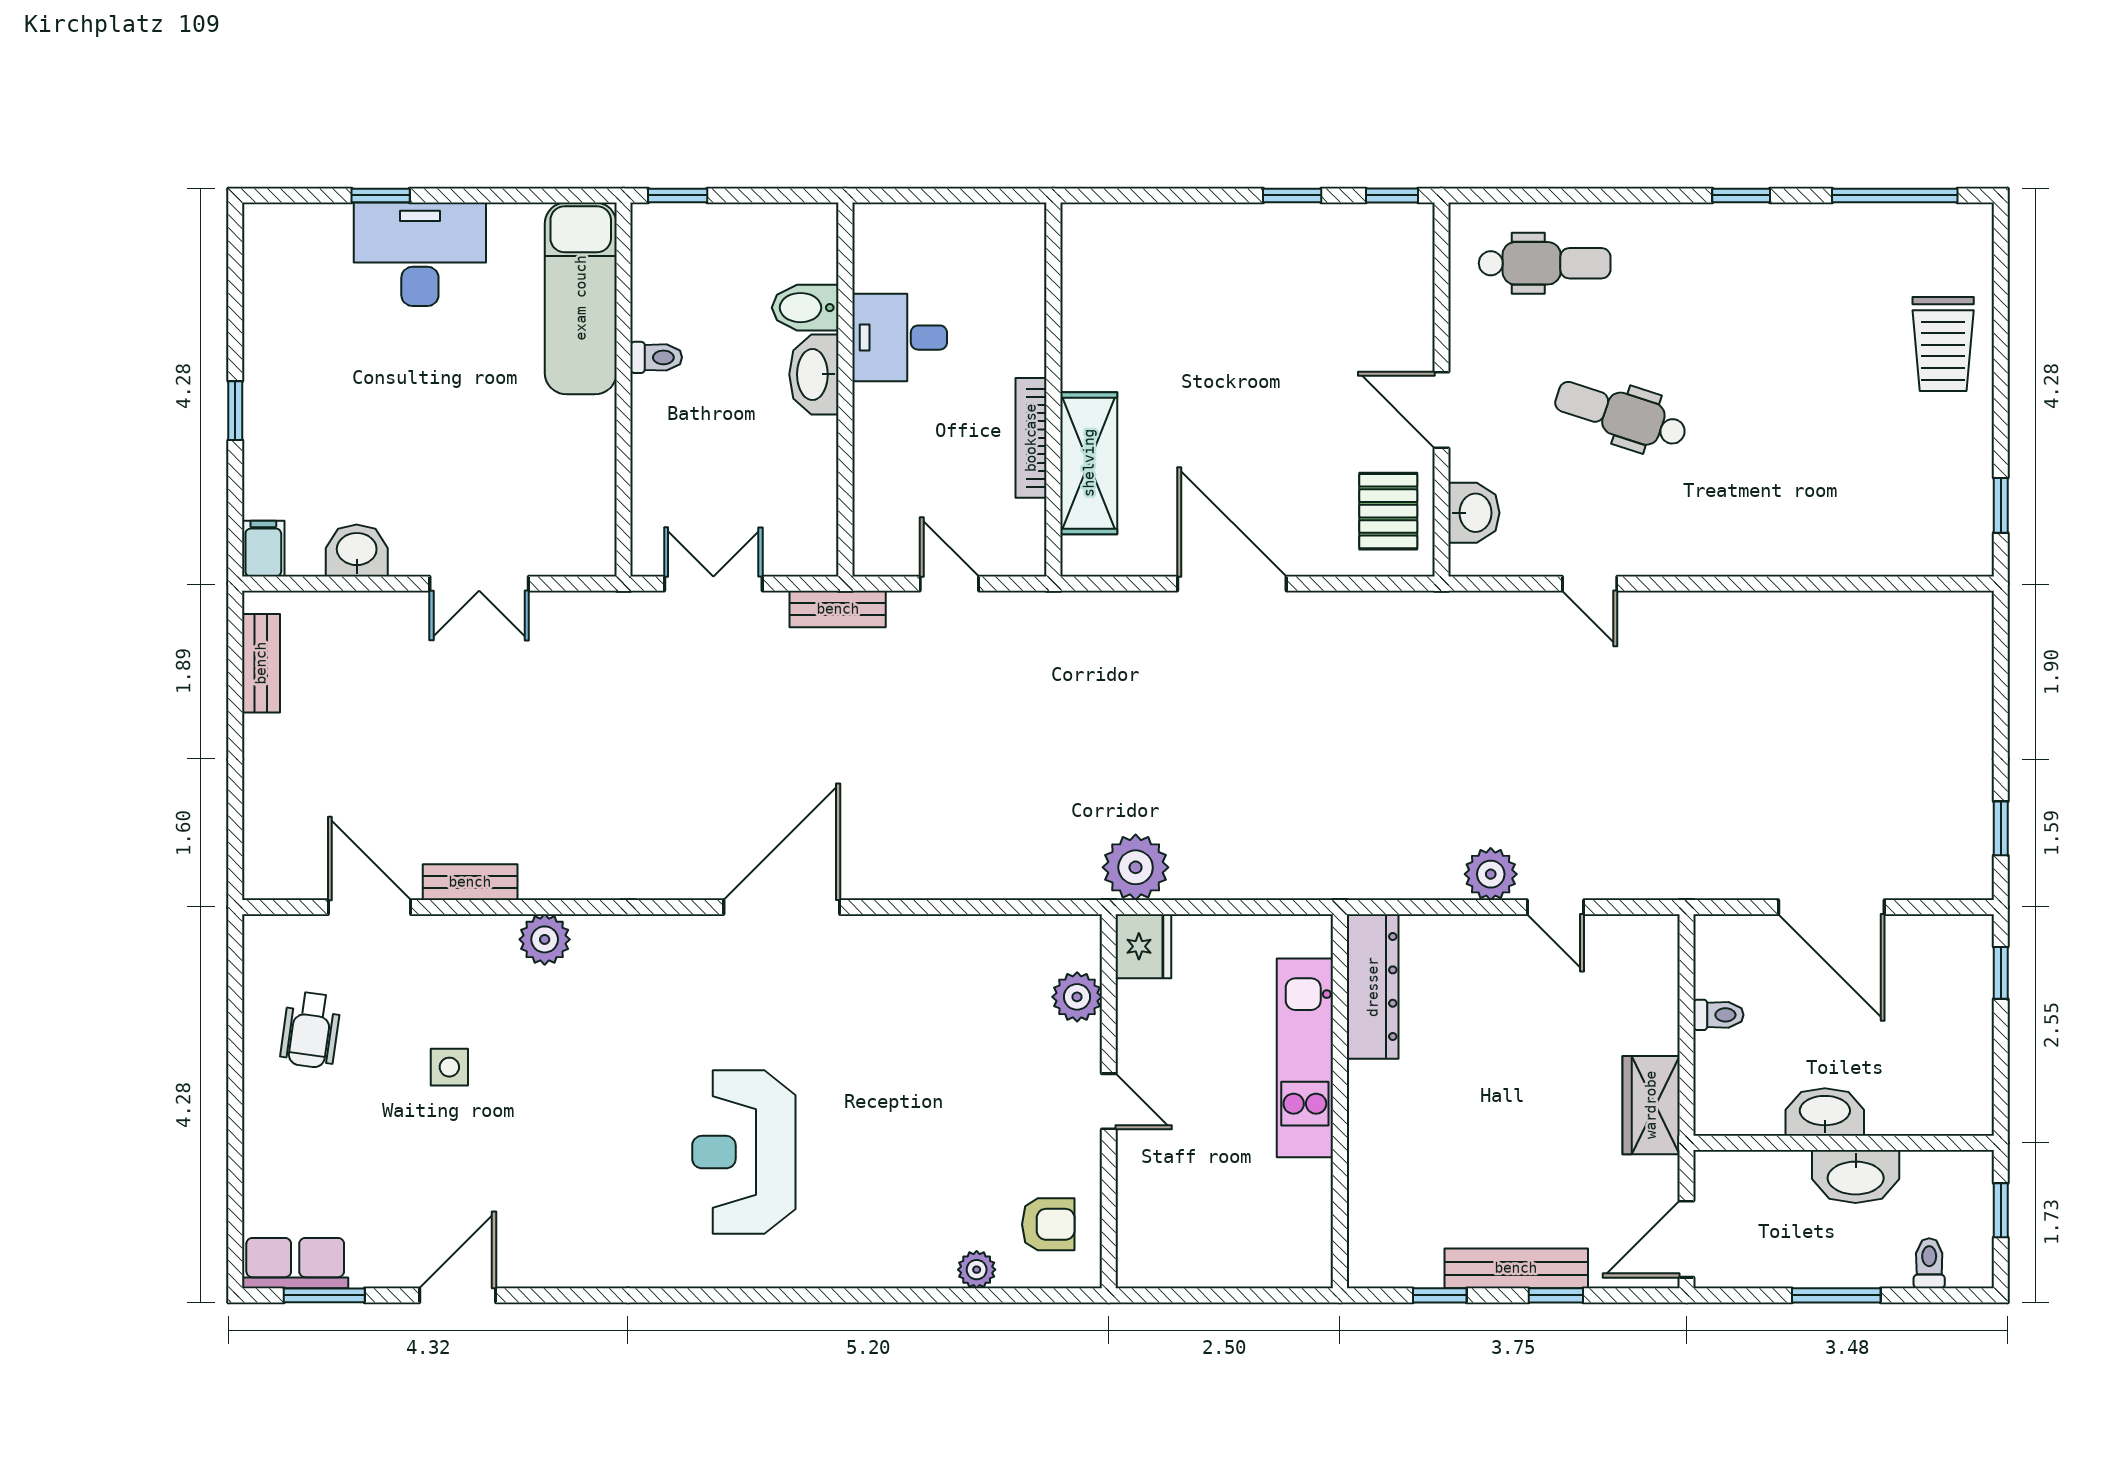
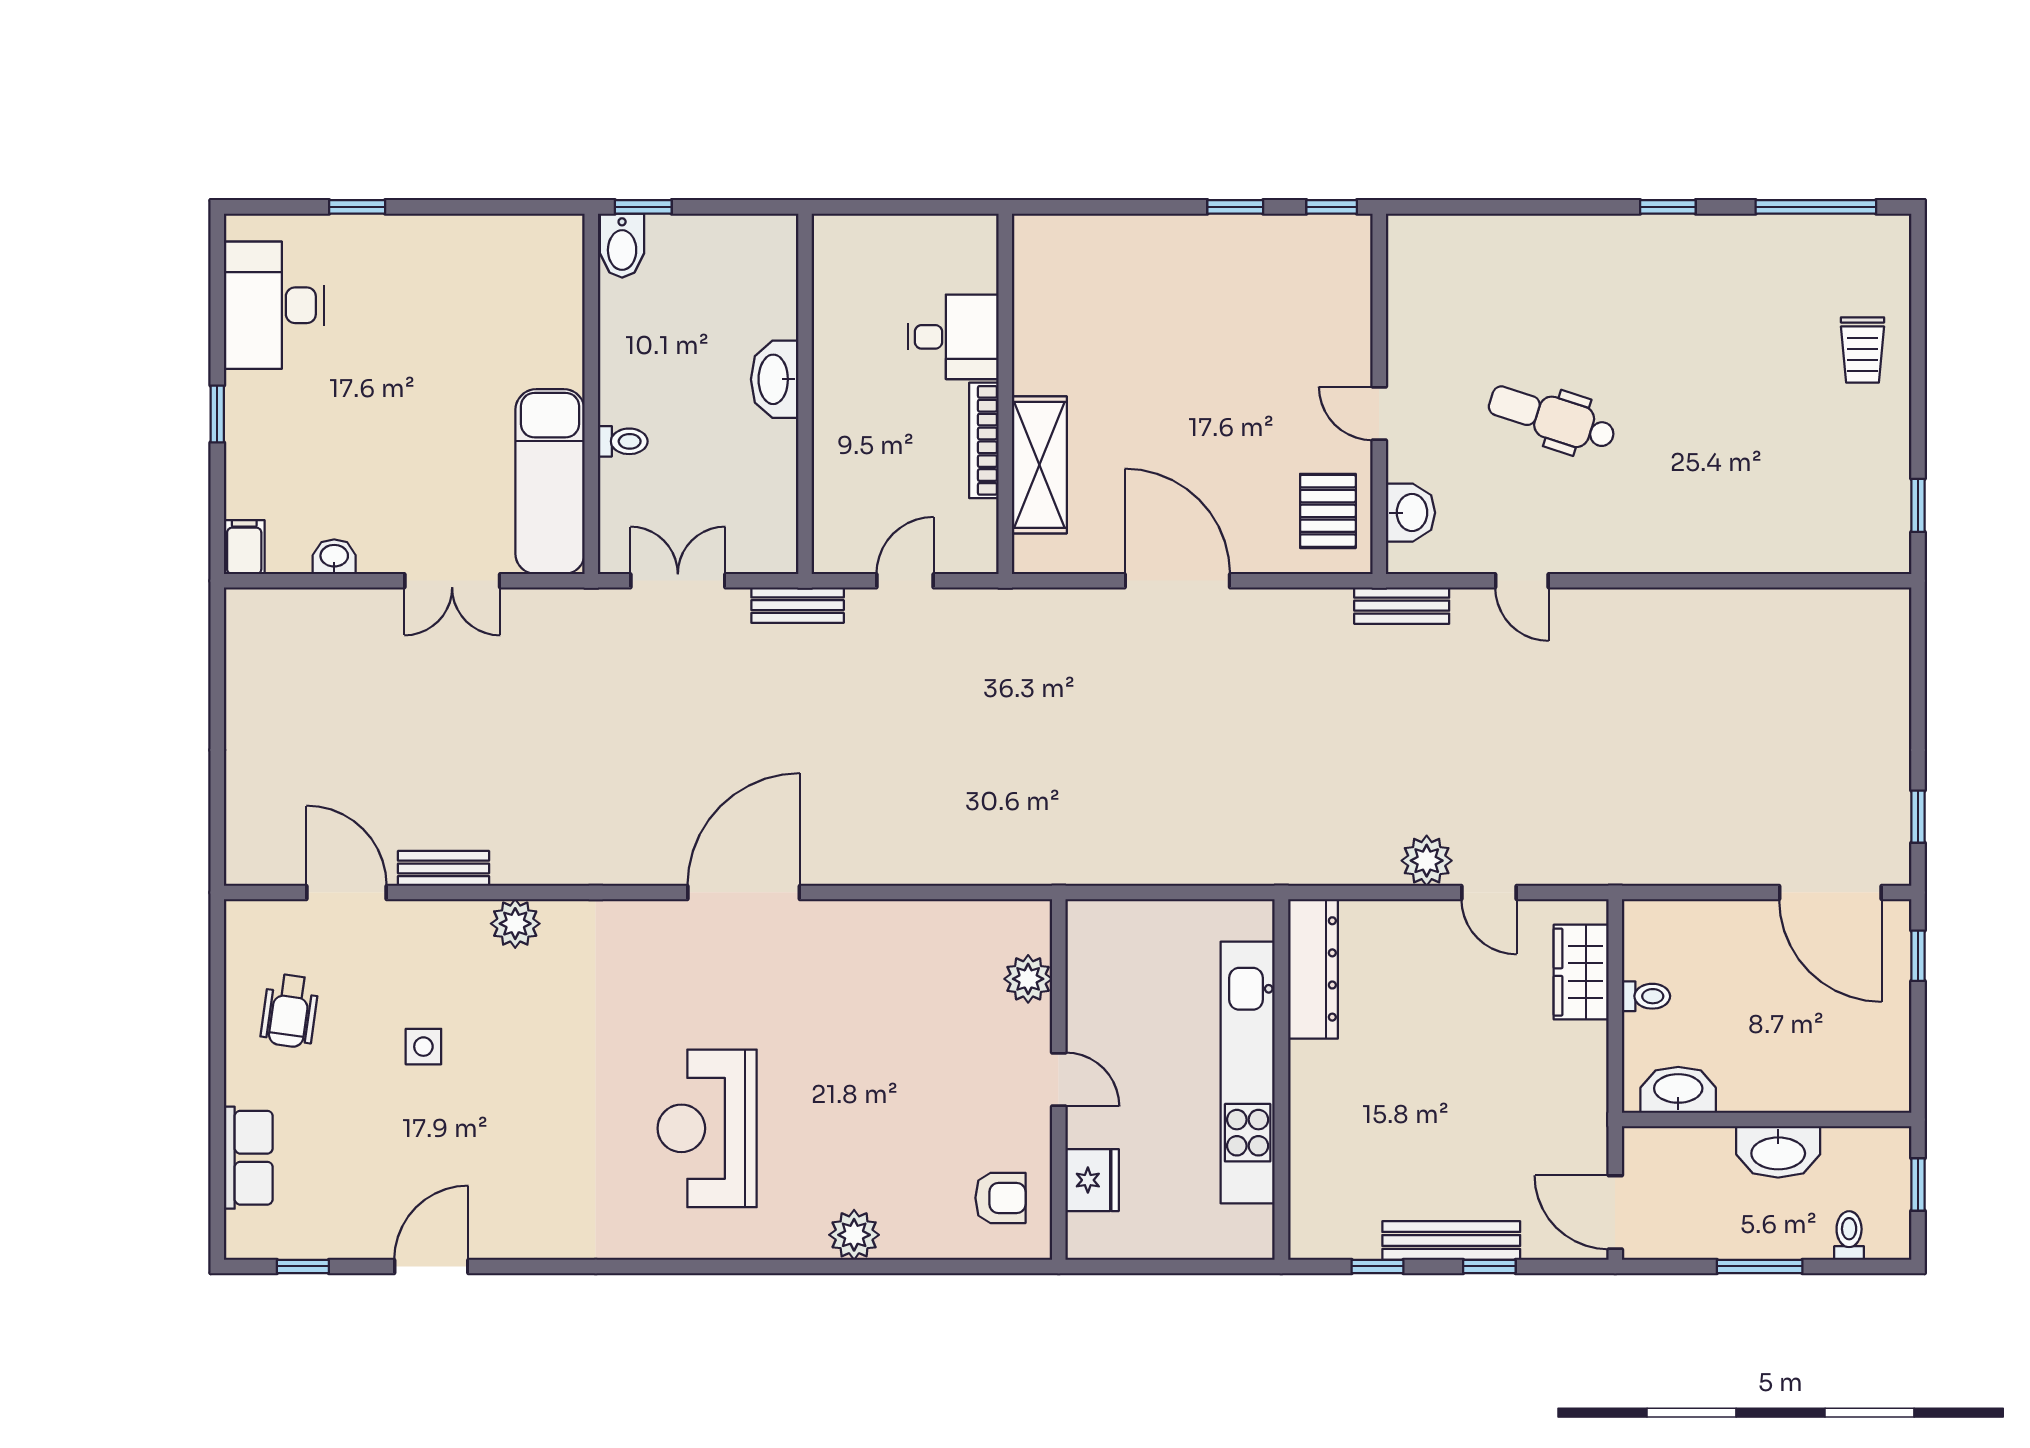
desk: (420, 254) -> (274, 305), moved, turned -90
dental chair: (1545, 263) -> (1479, 272), removed
exam couch: (581, 298) -> (550, 482), moved
bidet: (805, 308) -> (622, 246), moved, turned -90
desk: (900, 338) -> (953, 337), moved, turned 180
trolley: (1943, 344) -> (1863, 350), width x0.73, depth x0.72
toilet: (656, 357) -> (623, 441), moved
door: (1442, 410) -> (1379, 414), width x0.73
washbasin: (357, 551) -> (334, 557), width x0.72, depth x0.69
door: (949, 584) -> (905, 581), hinge flipped
bench: (261, 663) -> (1402, 606), moved, turned 90
plant: (1136, 867) -> (1085, 854), removed
door: (1831, 907) -> (1830, 892), moved
fridge: (1143, 946) -> (1092, 1180), moved
kitchen unit: (1305, 1058) -> (1248, 1073), width x1.36
wardrobe: (1651, 1105) -> (1581, 972), moved
washbasin: (1825, 1112) -> (1678, 1090), moved
door: (1686, 1239) -> (1615, 1212), hinge flipped
row of seats: (295, 1263) -> (248, 1158), moved, turned 90
plant: (977, 1270) -> (854, 1235), moved, width x1.38, depth x1.38
window: (324, 1295) -> (303, 1266), width x0.67

